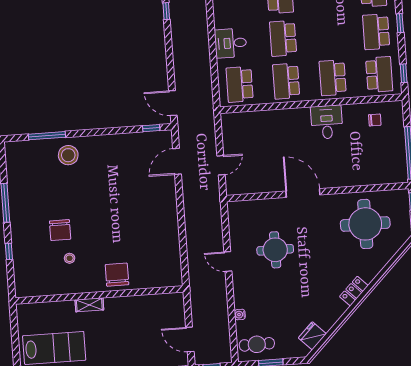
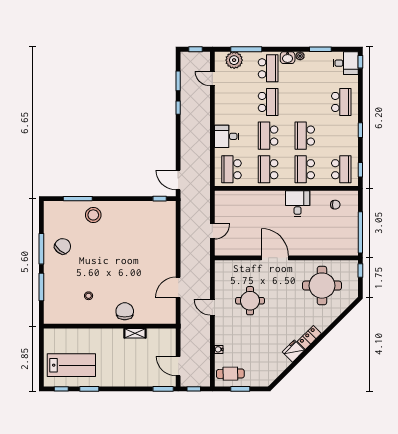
school desk: (376, 32) -> (305, 136), moved
door: (177, 161) -> (178, 287), moved
chair: (60, 230) -> (63, 246), moved, turned -139
window: (9, 251) -> (41, 287), width x2.17
shelving: (89, 305) -> (135, 333), moved
fridge: (312, 336) -> (293, 351), moved

